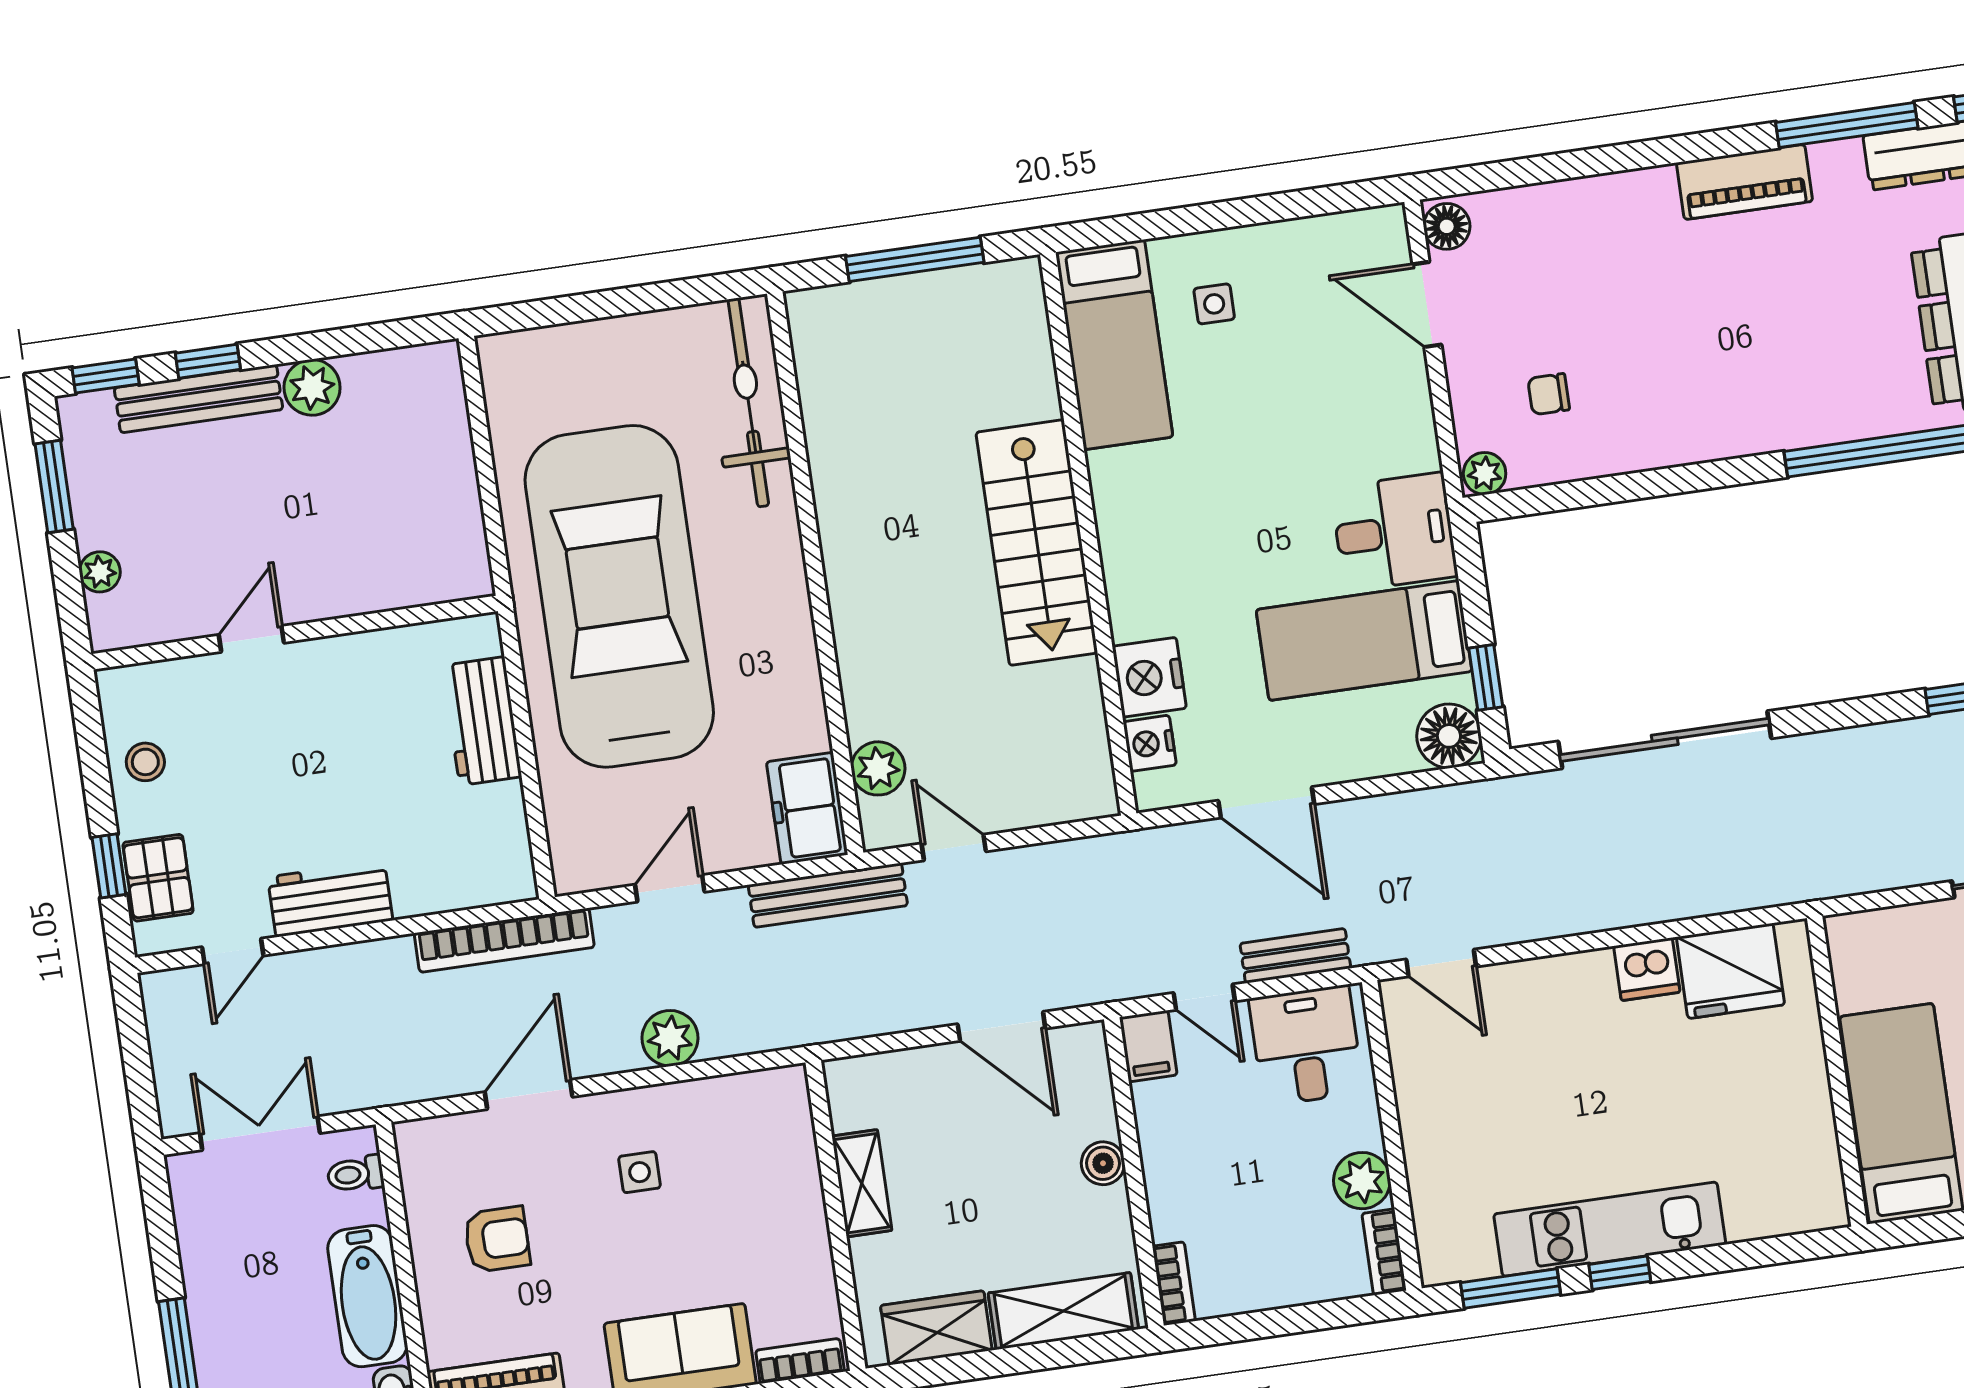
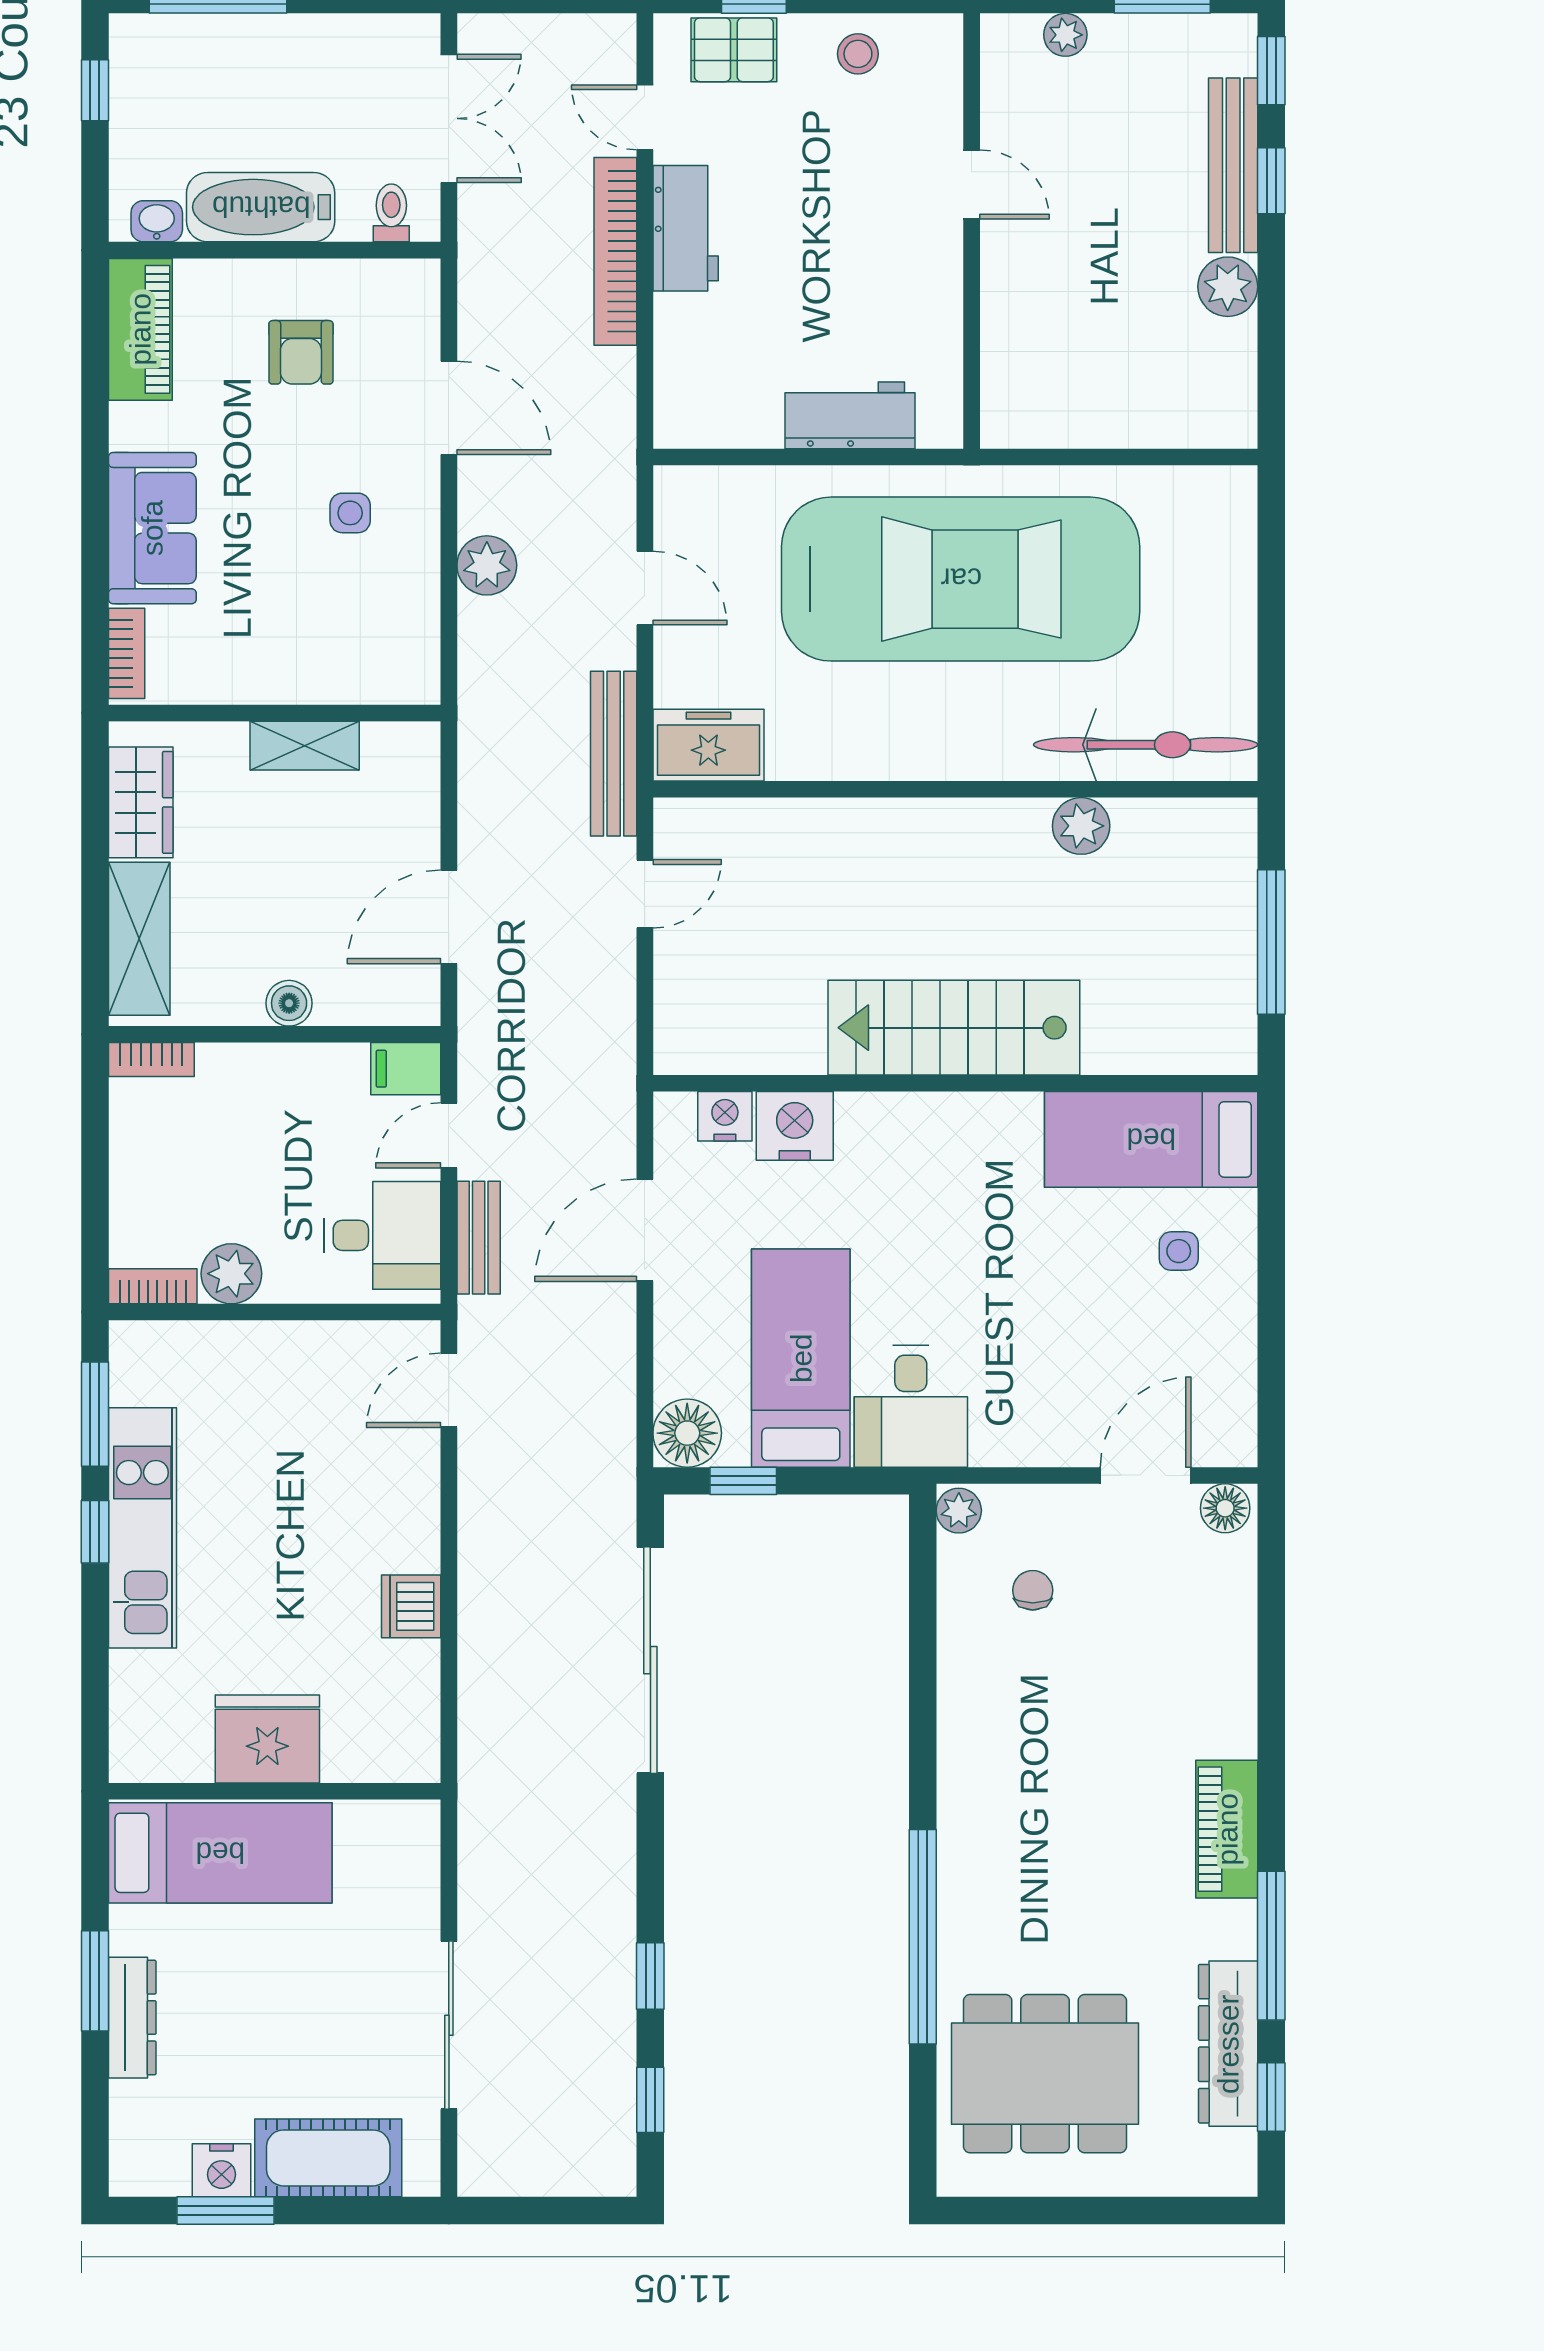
plant: (878, 768) -> (1081, 826), moved
bookcase: (504, 940) -> (615, 251), moved
fridge: (1730, 971) -> (267, 1739), moved, turned 90

